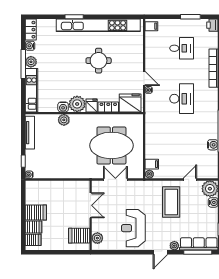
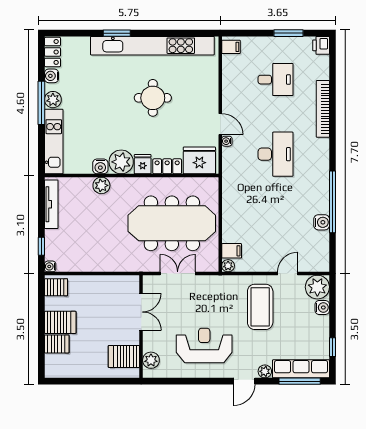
meeting table: (111, 145) -> (172, 223), width x1.36
reception desk: (133, 228) -> (204, 345), turned 90
server rack: (33, 240) -> (56, 287), moved

